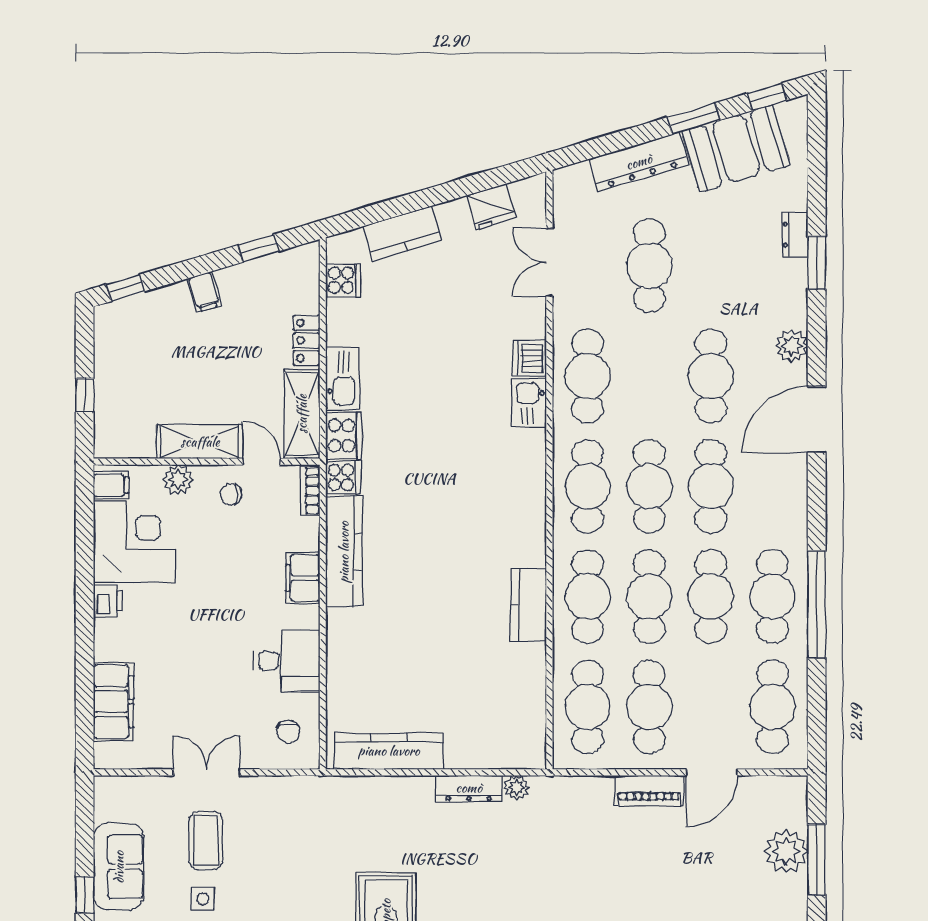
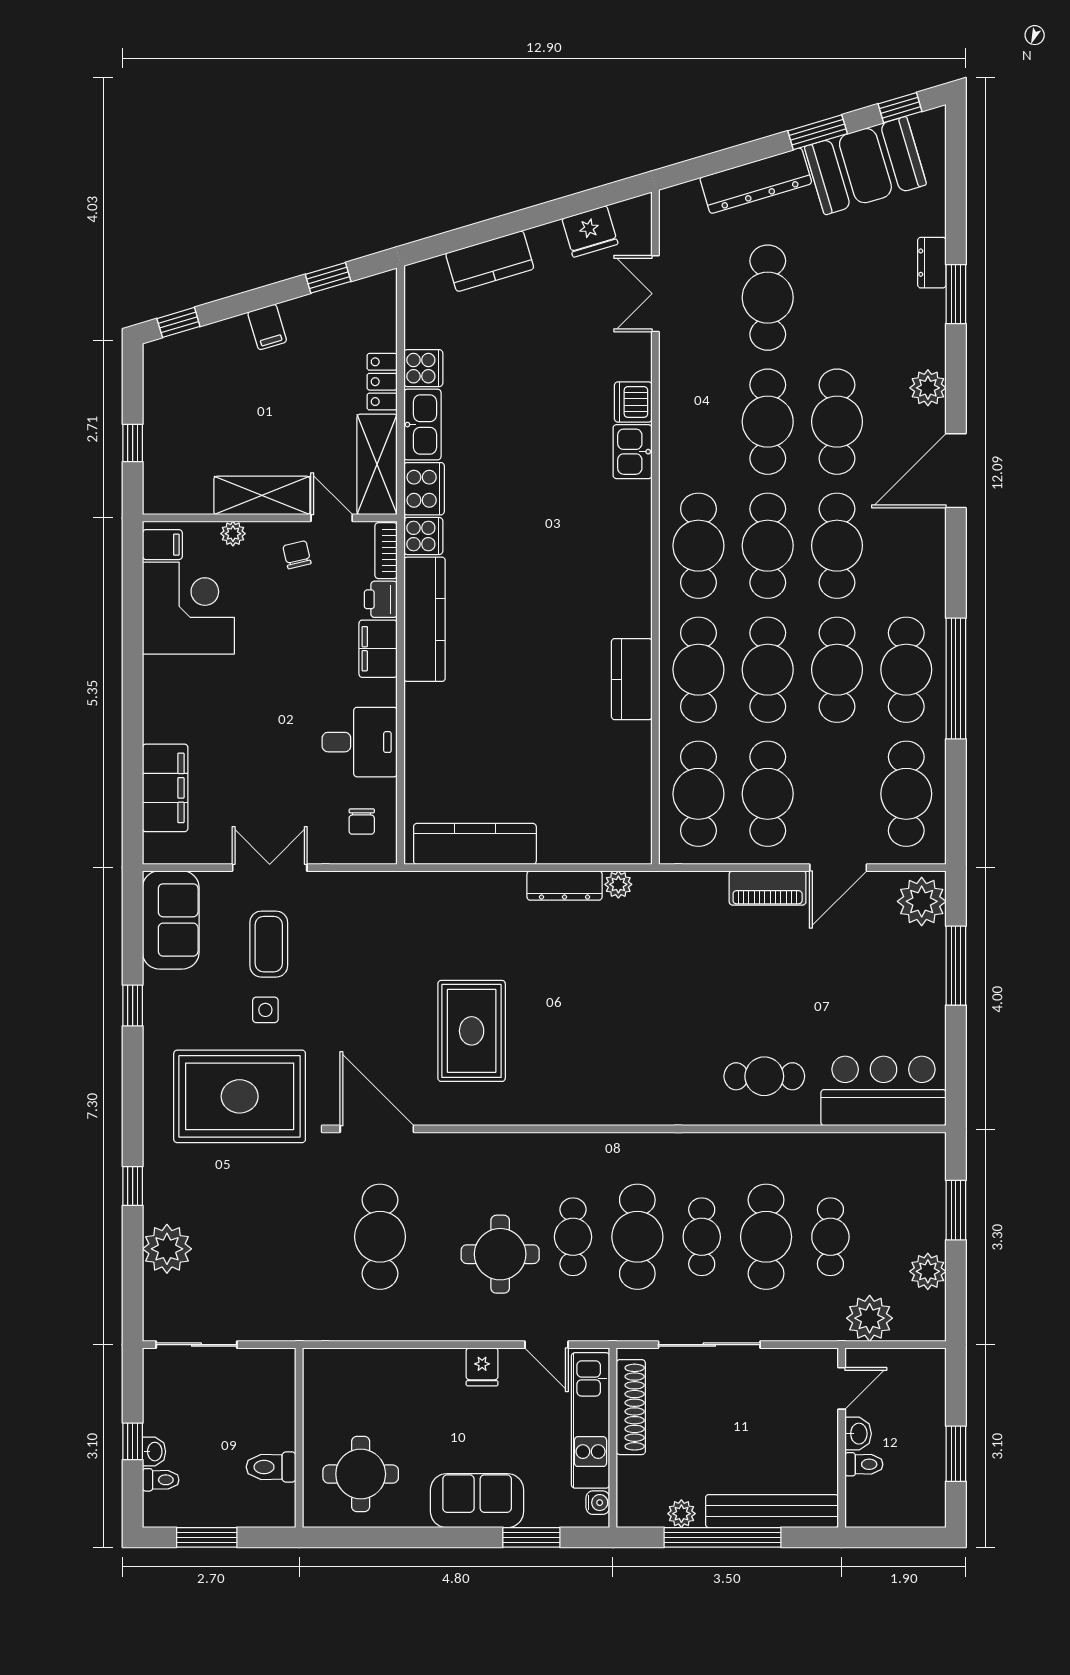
cooker: (343, 280) -> (423, 368), moved
cafe table: (588, 376) -> (768, 422), moved
plant: (178, 480) -> (233, 534), width x0.73, depth x0.73
chair: (231, 494) -> (297, 555), turned 77
printer: (108, 601) -> (381, 599), moved, turned 180
plant: (786, 851) -> (922, 901), moved
sofa: (119, 867) -> (171, 920), moved

